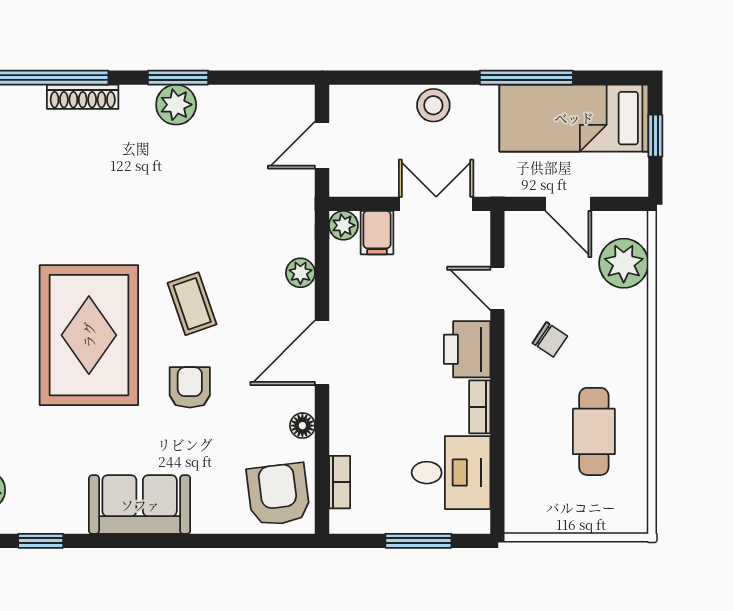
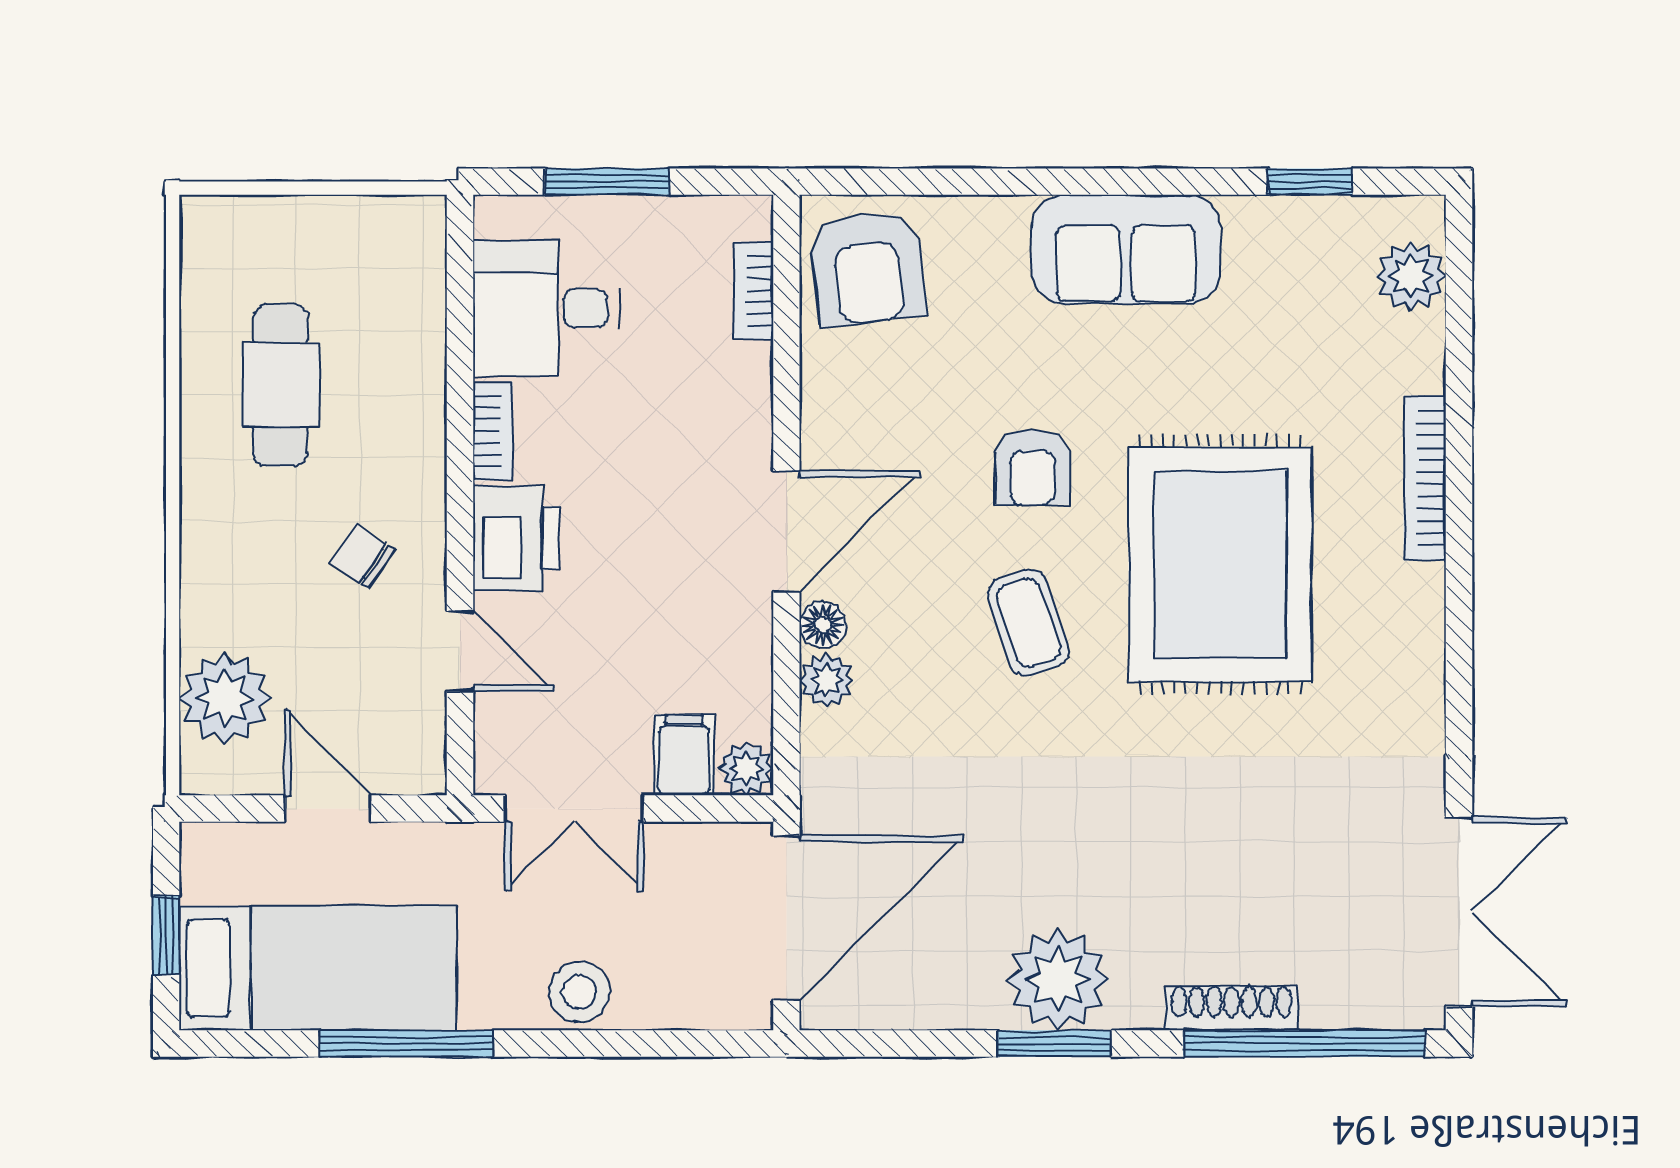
plant: (176, 105) -> (1058, 980), width x1.36, depth x1.36
door: (322, 145) -> (786, 918), width x1.87
floor lamp: (302, 426) -> (823, 625), moved

